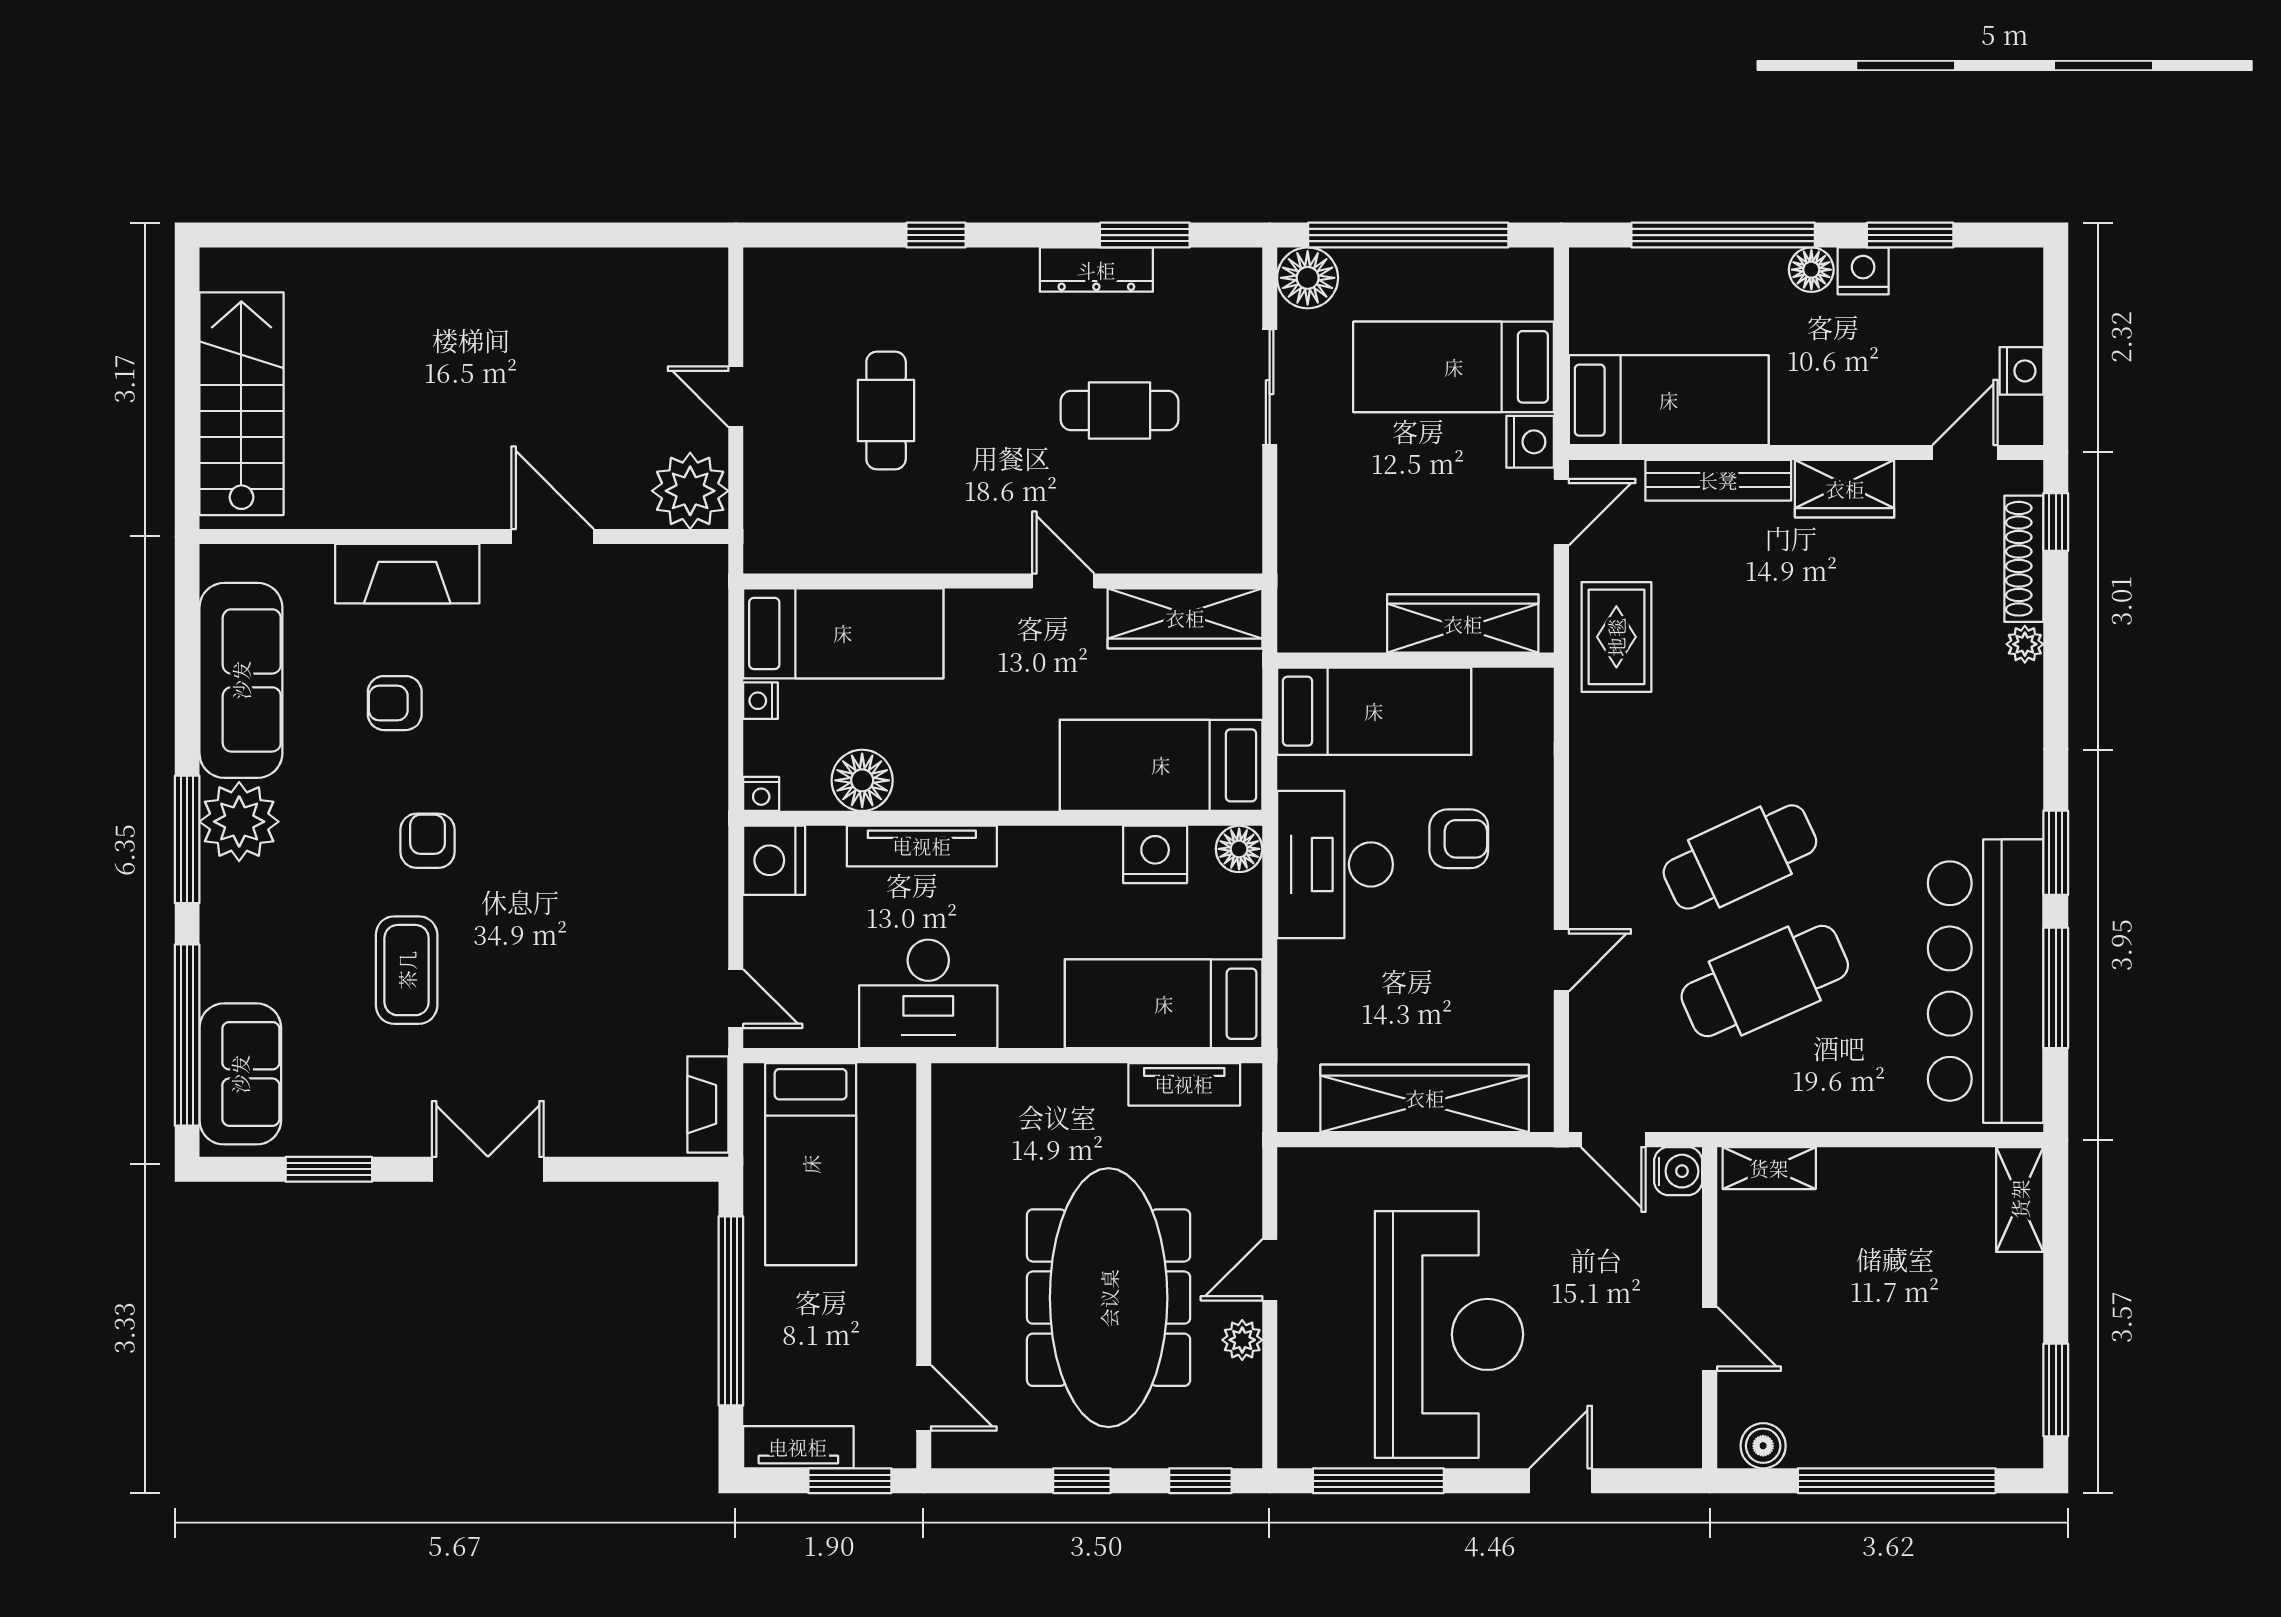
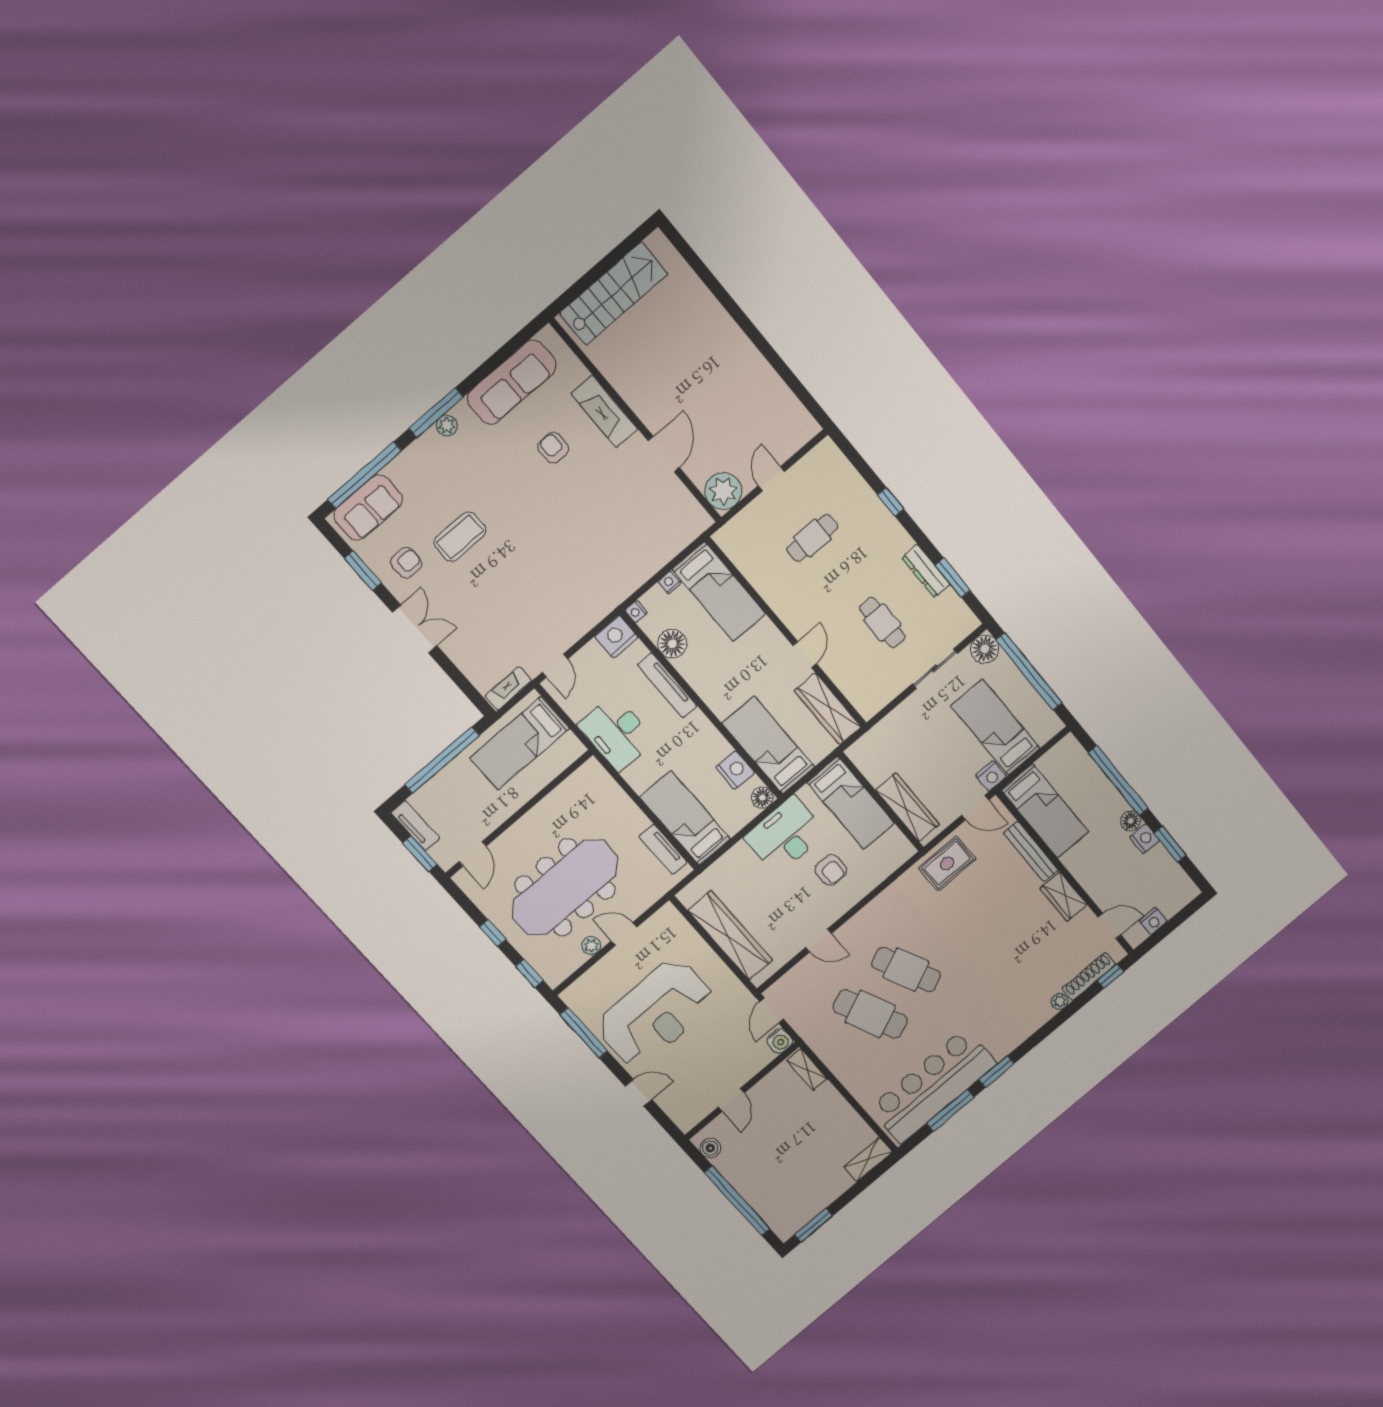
plant: (239, 822) -> (447, 426), width x0.53, depth x0.53
armchair: (428, 841) -> (406, 563), moved

